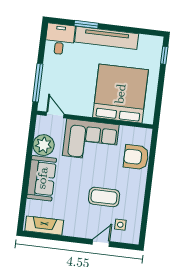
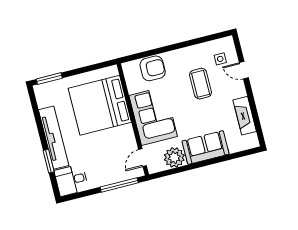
window: (164, 55) -> (49, 79), width x1.50
armchair: (136, 157) -> (153, 68), turned -90
fireplace: (44, 226) -> (245, 116), moved

